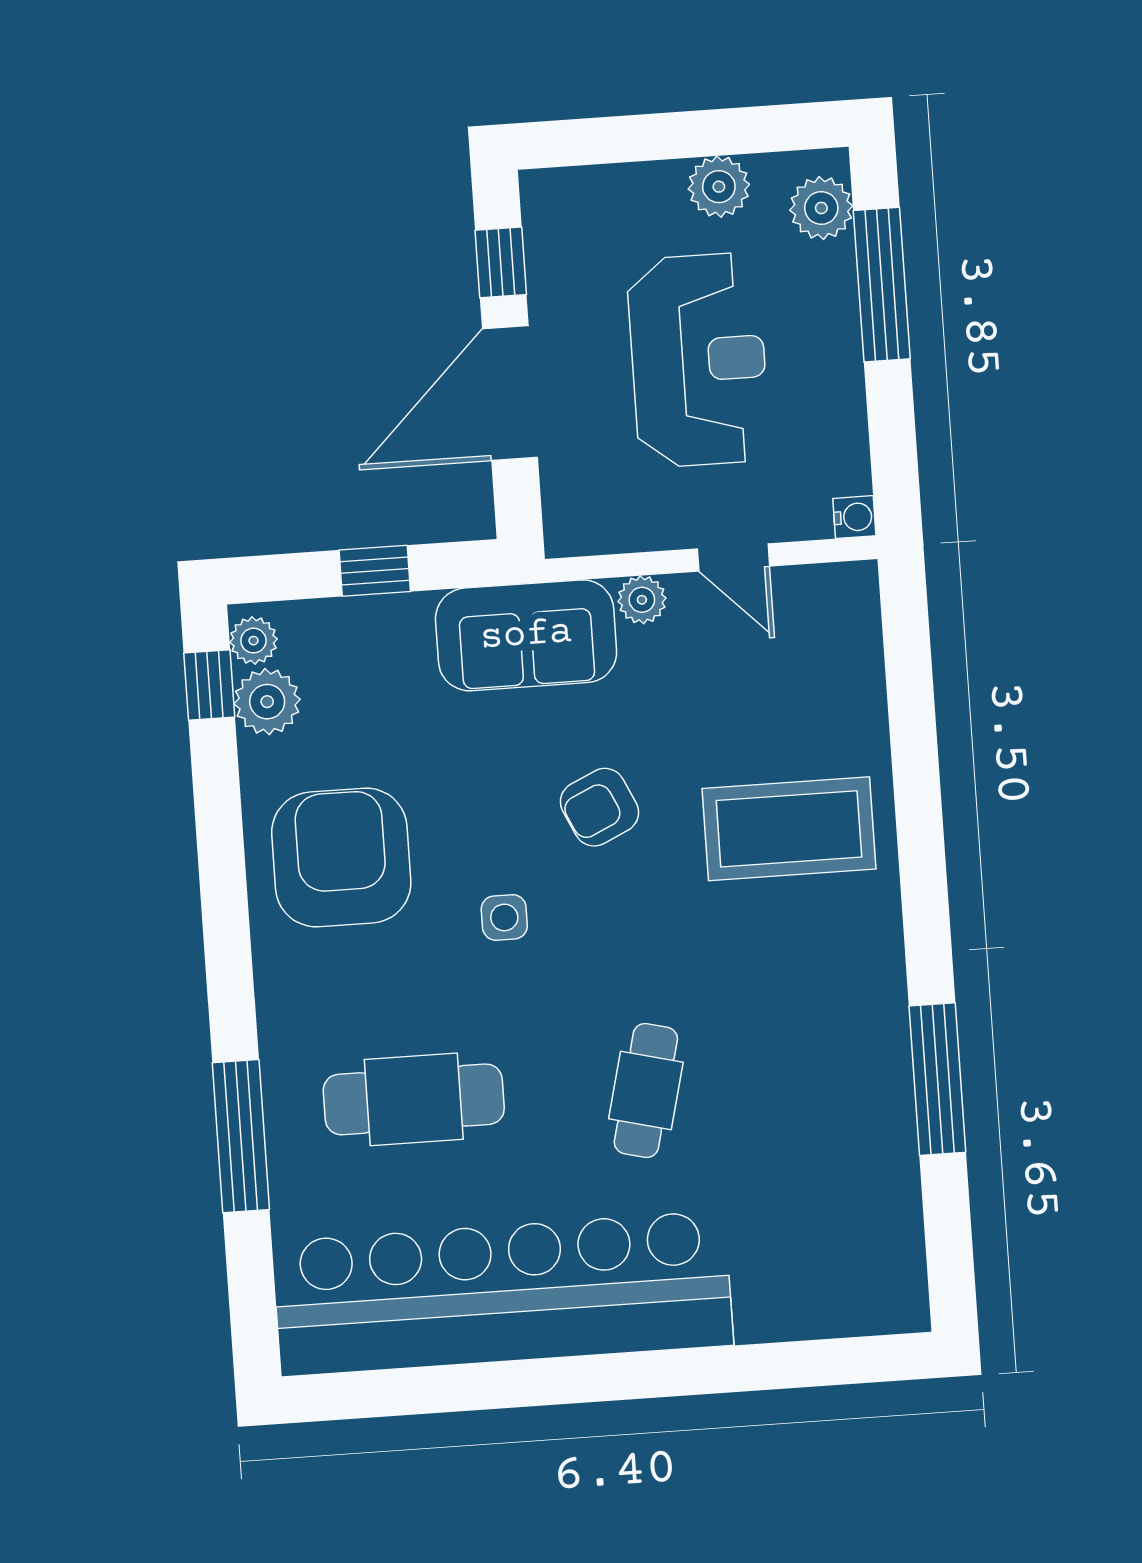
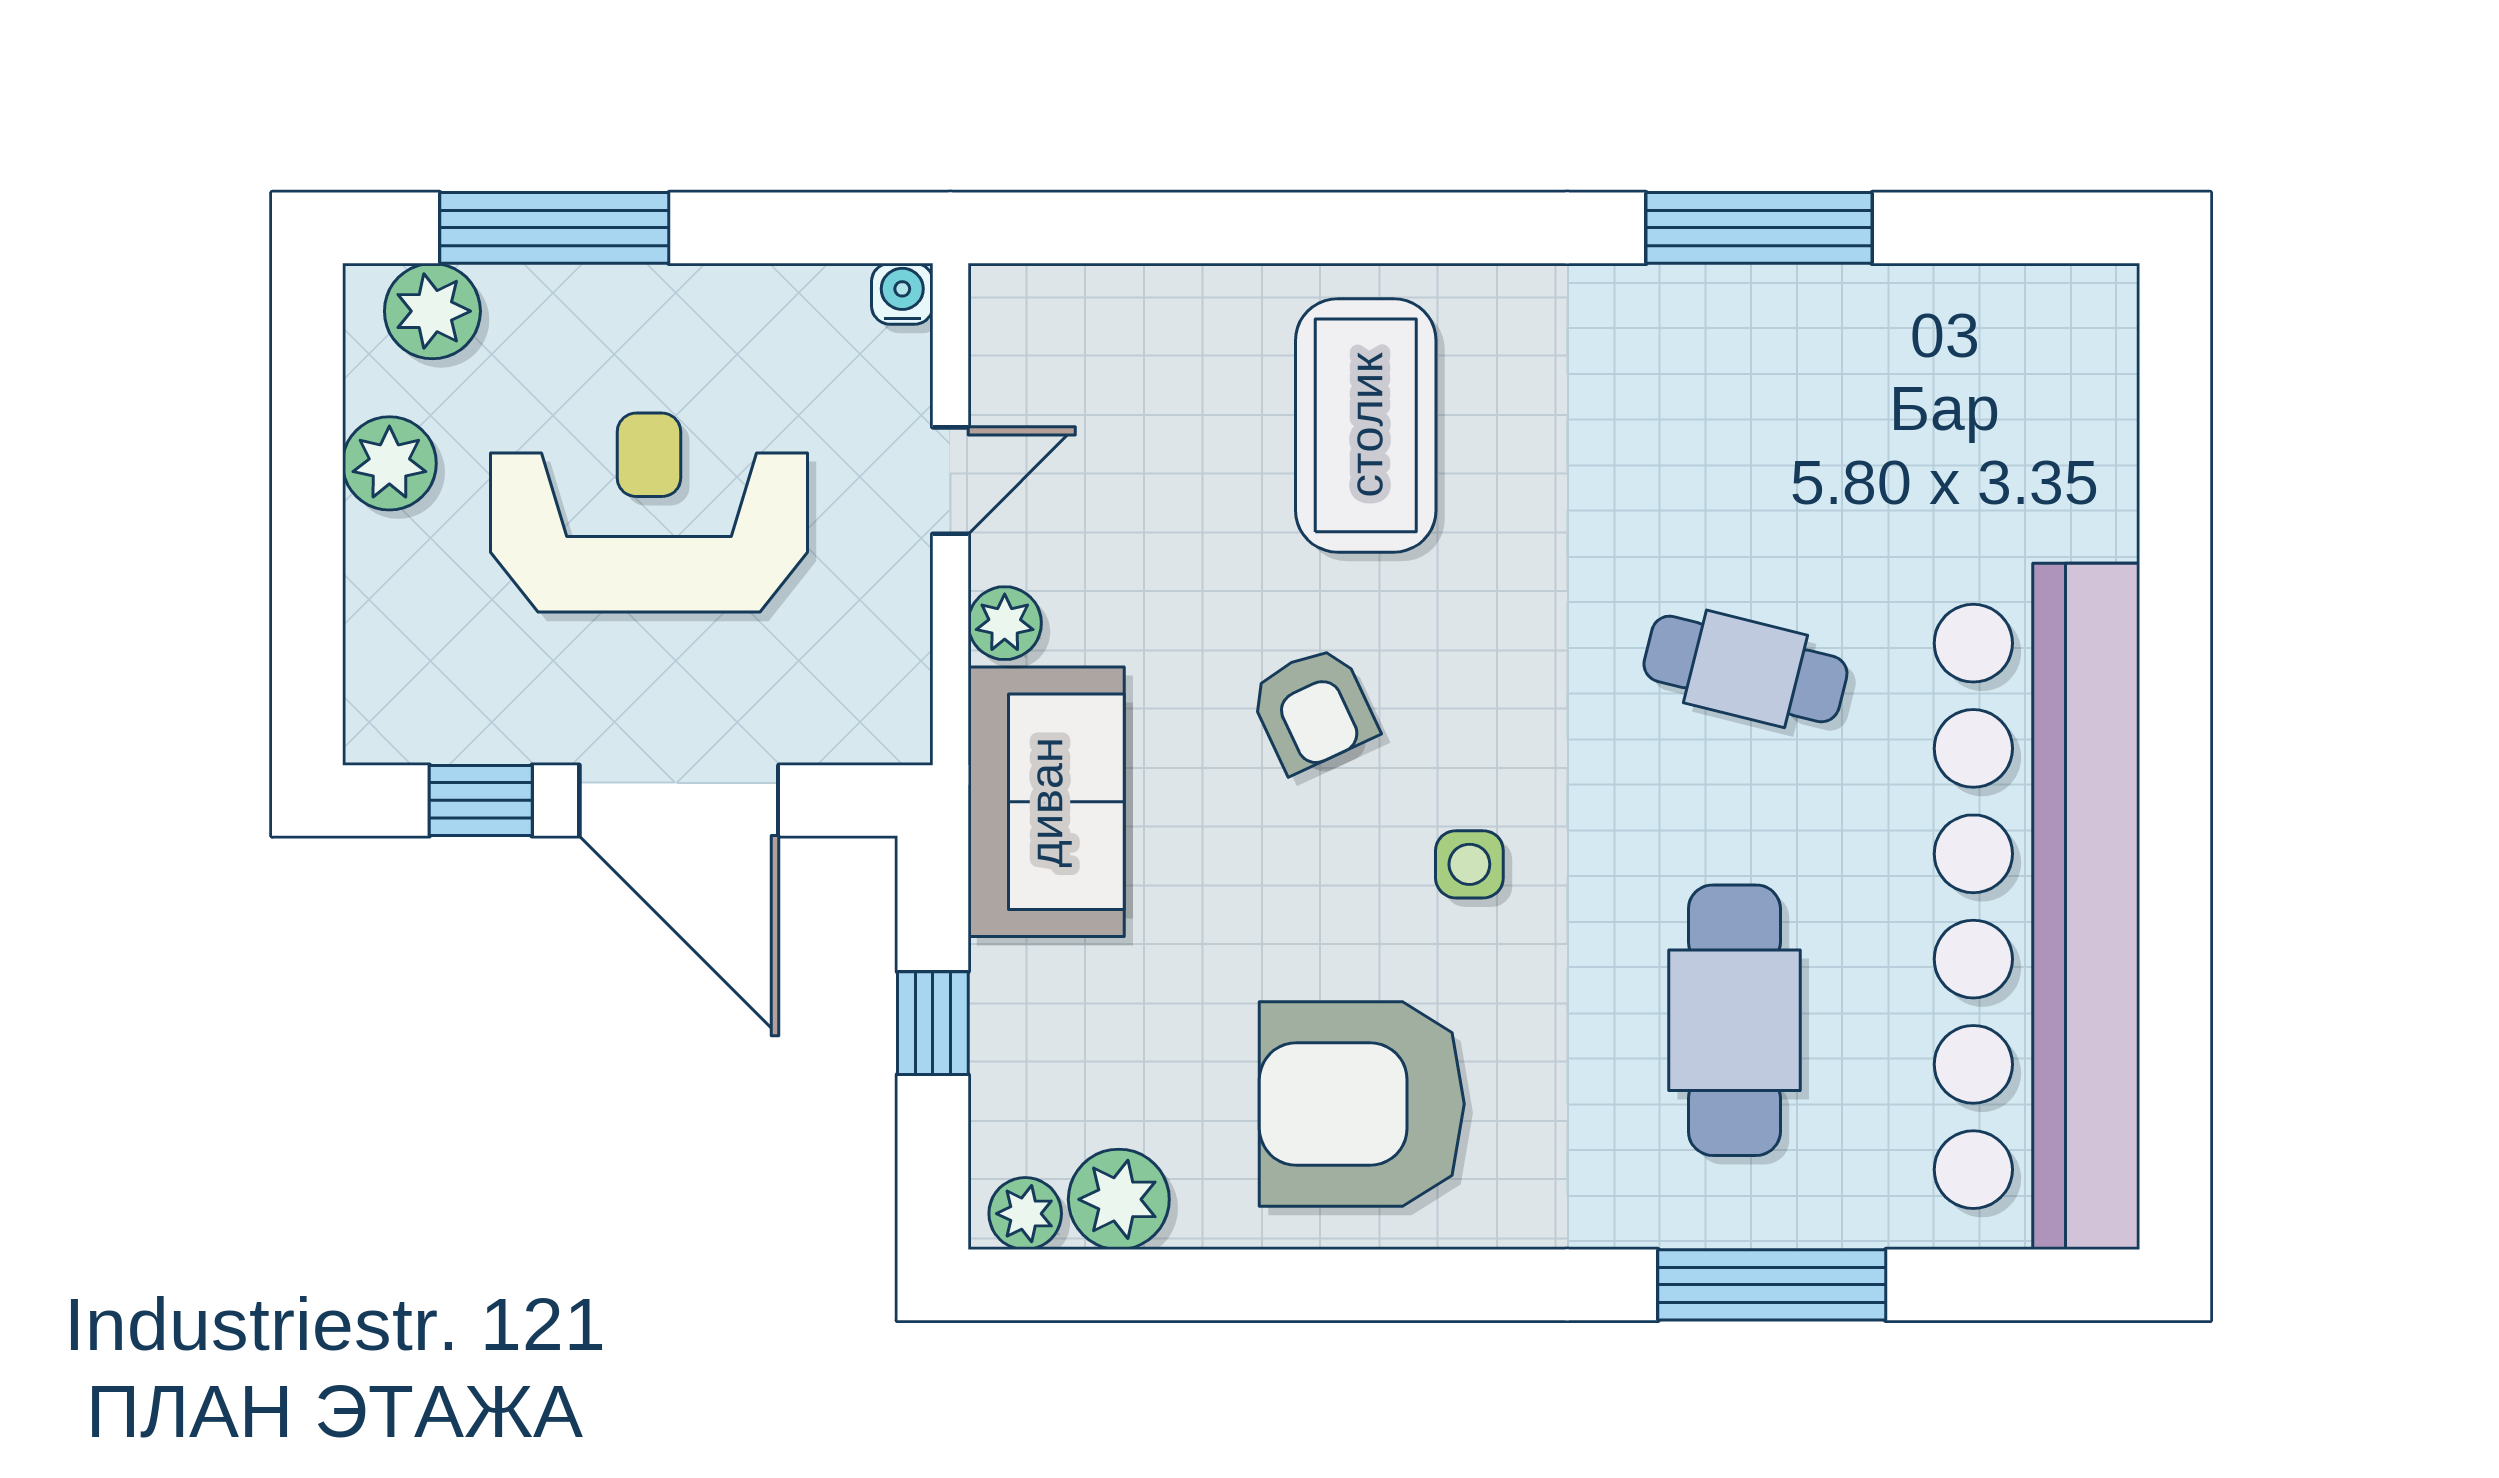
window: (209, 685) -> (1088, 1285), removed

